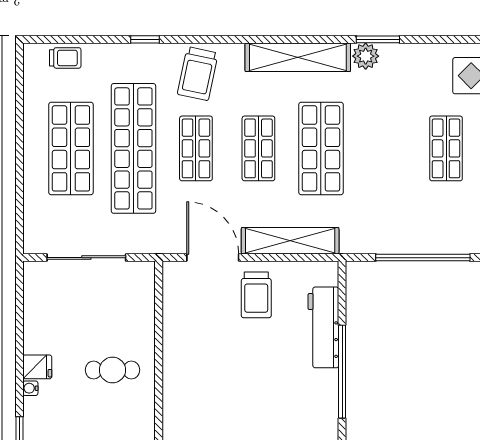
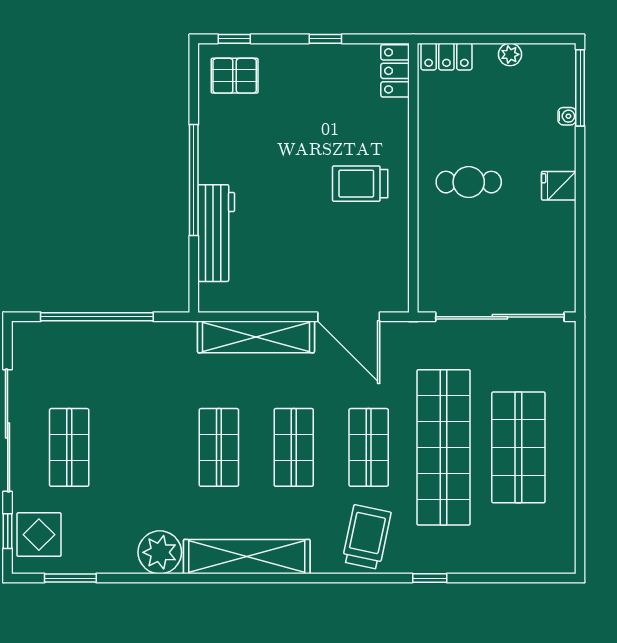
window: (378, 39) -> (70, 578), moved
plant: (366, 56) -> (160, 552), width x1.36, depth x1.36
trolley: (65, 58) -> (525, 556), removed
shop shelf: (321, 148) -> (219, 447), width x0.70, depth x0.74
sliding door: (86, 258) -> (500, 317), width x1.36
trolley: (256, 295) -> (360, 184), moved, turned -90
water cooler: (30, 388) -> (567, 116), moved

